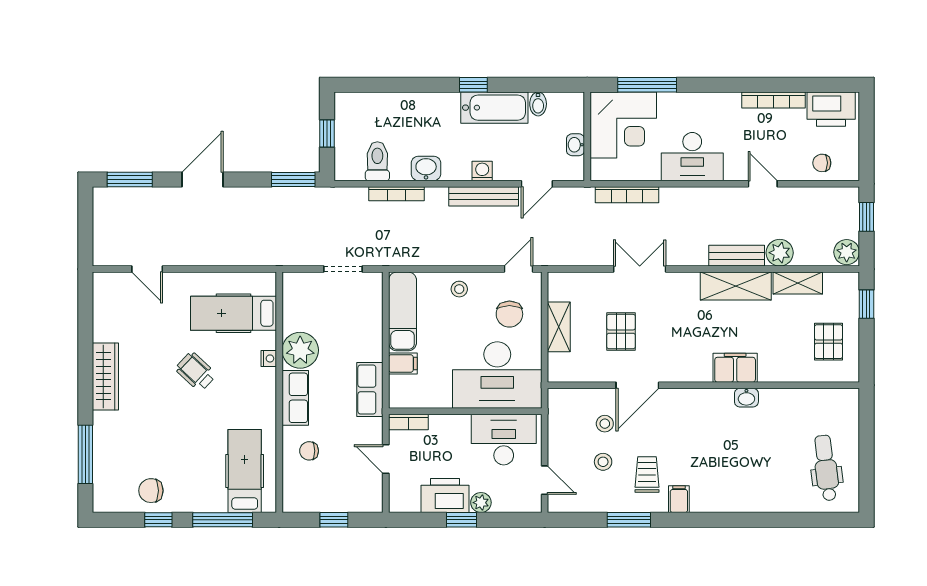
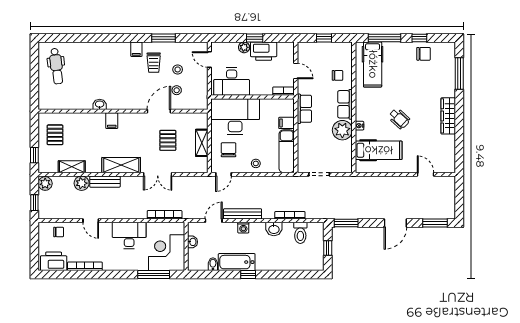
shelving: (736, 286) -> (121, 165), moved
filing cabinet: (735, 368) -> (112, 121), width x0.50

